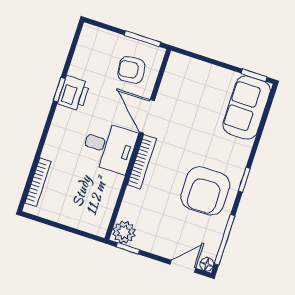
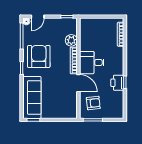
sofa: (247, 107) -> (32, 98), width x1.36
plant: (124, 232) -> (71, 40), moved

